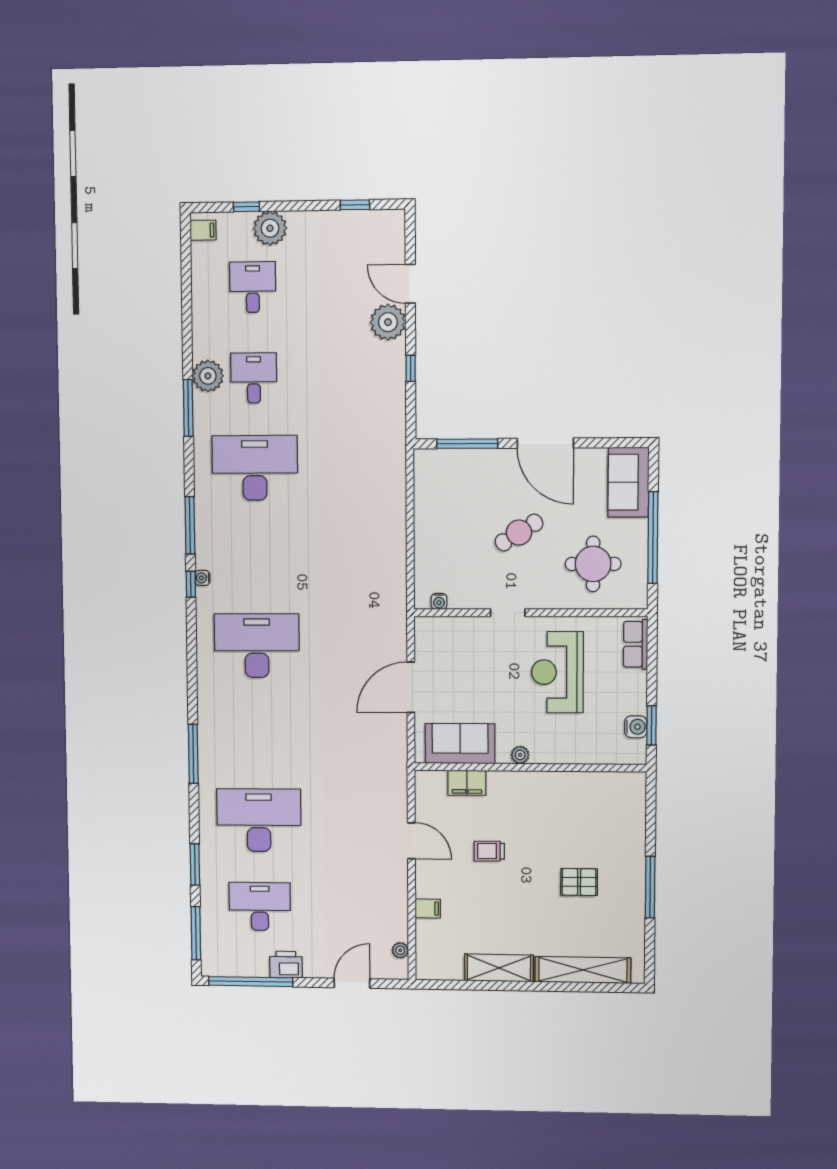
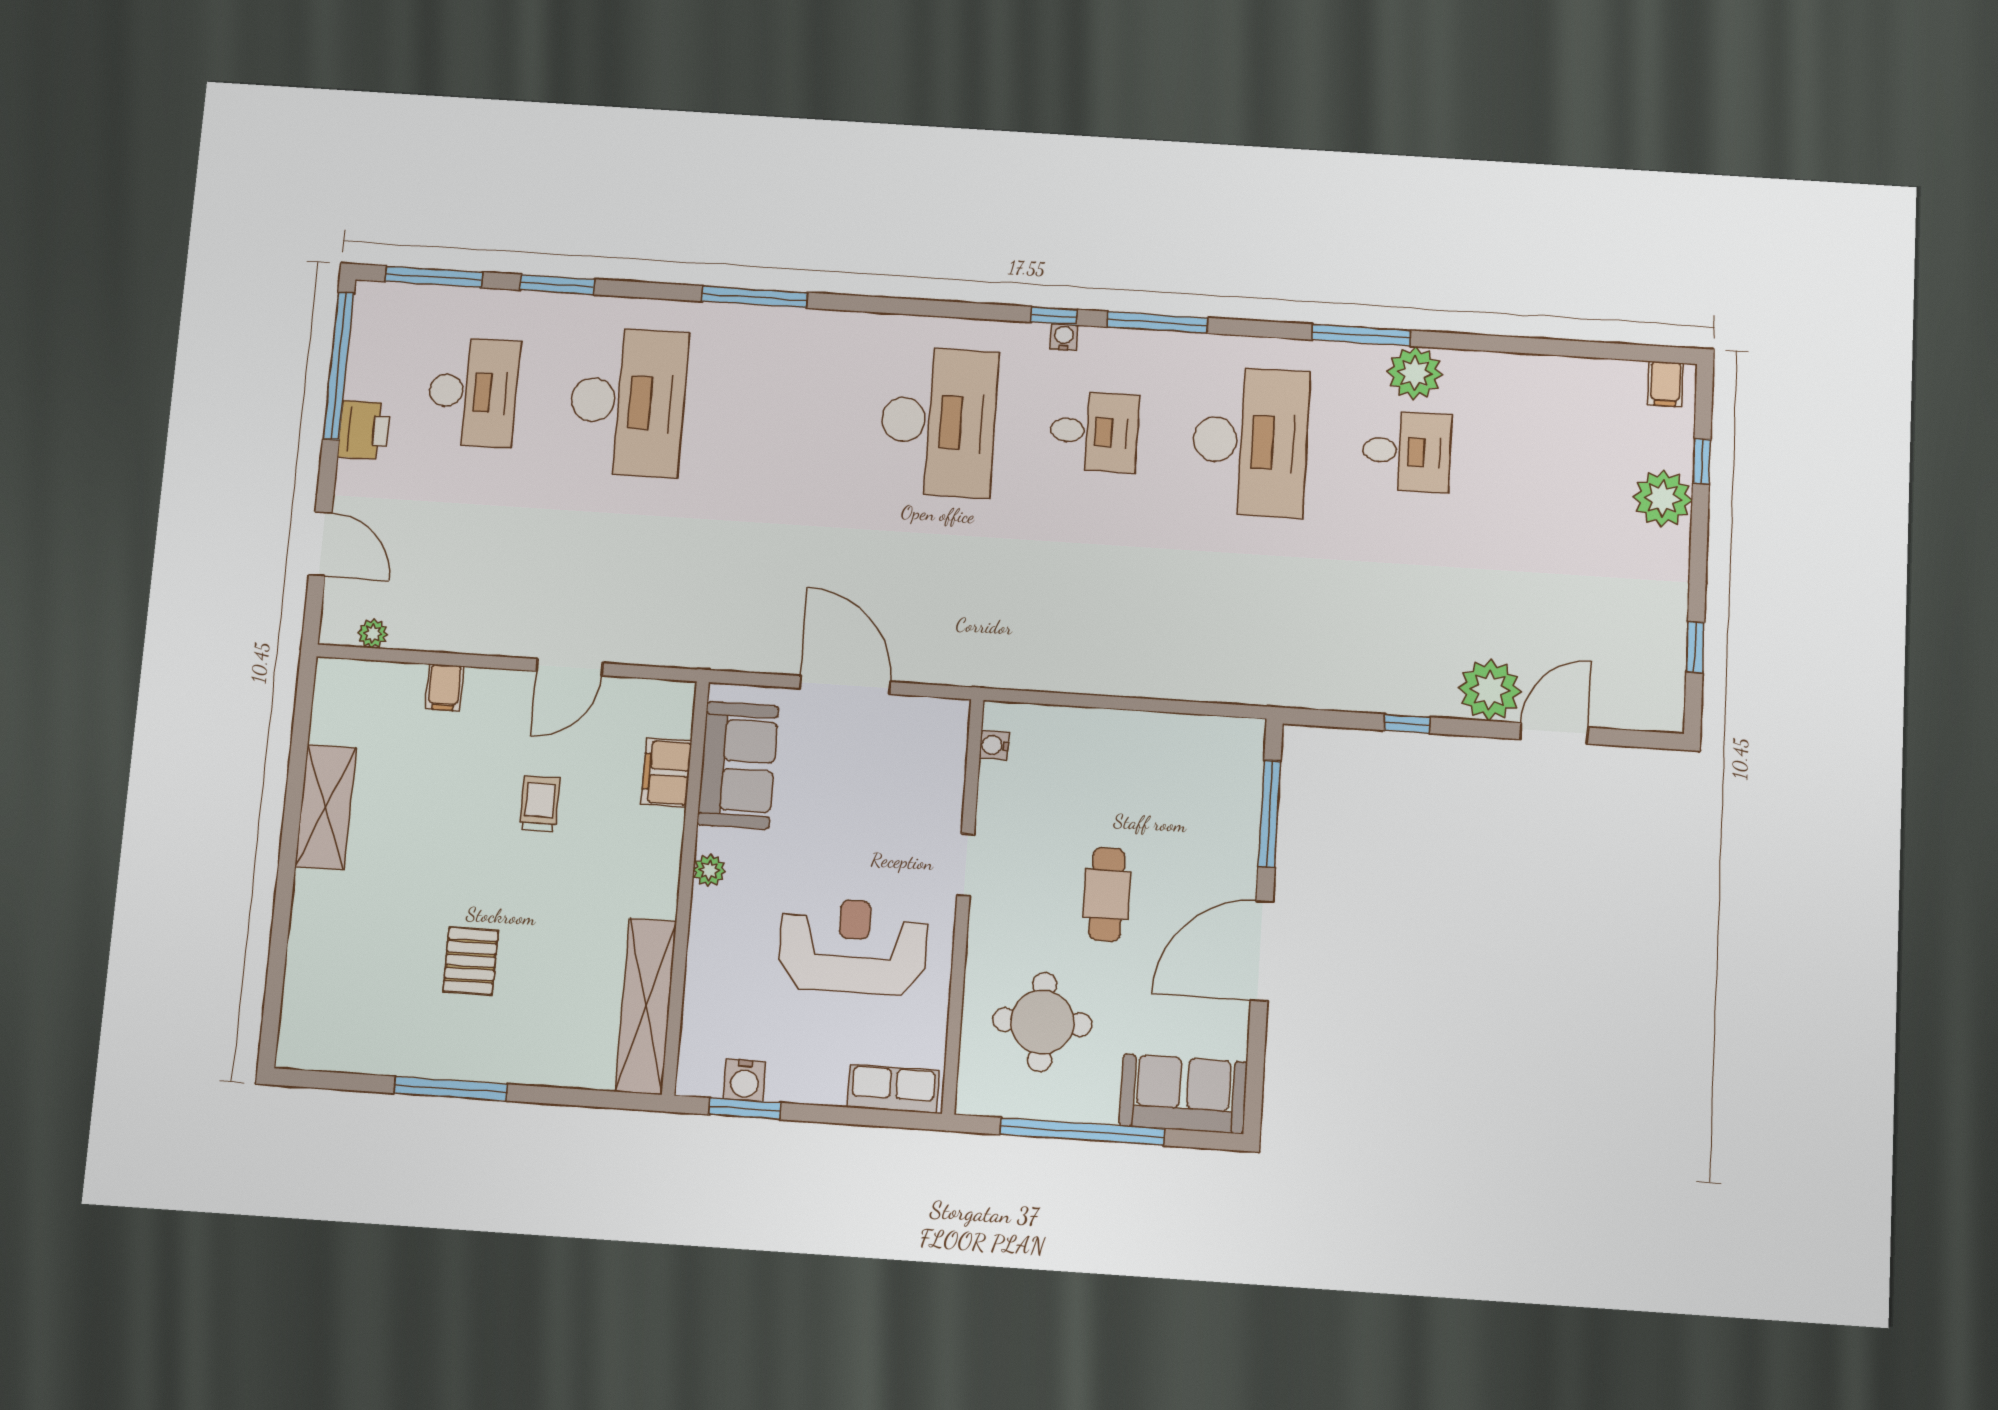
desk: (253, 287) -> (1094, 432), moved
cafe table: (519, 533) -> (1107, 894), turned 32
shelving: (583, 970) -> (646, 1006), moved

